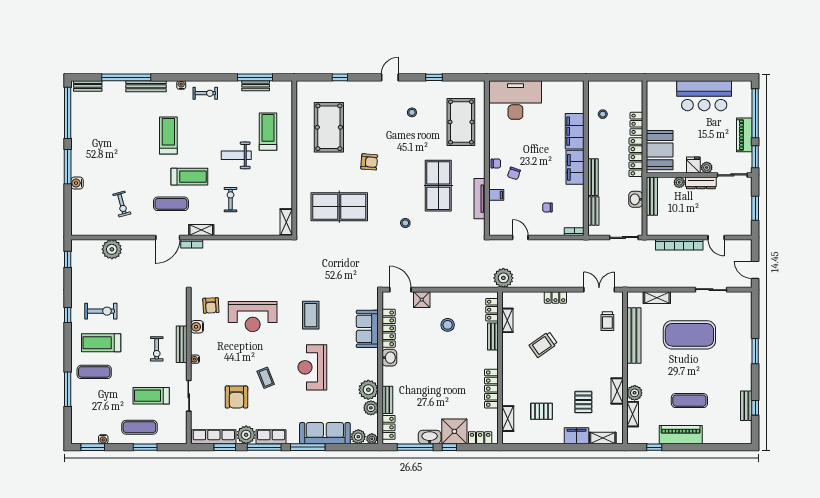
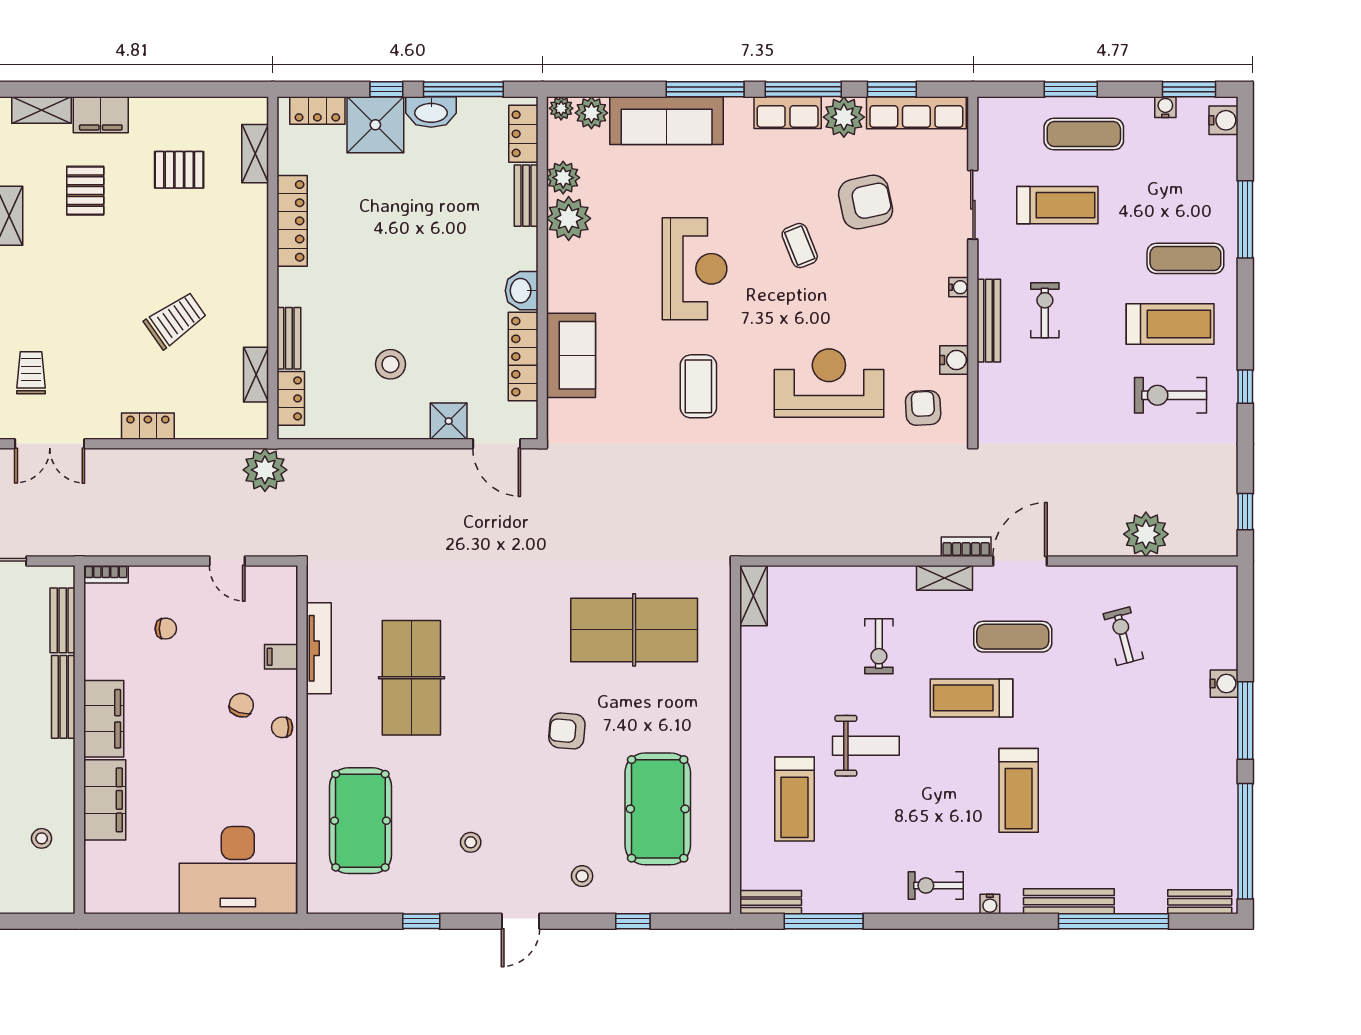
bench: (256, 86) -> (771, 902), moved
stool: (405, 223) -> (582, 876), moved
armchair: (236, 397) -> (866, 202), turned 78
water cooler: (77, 433) -> (1224, 120), added

